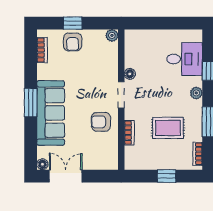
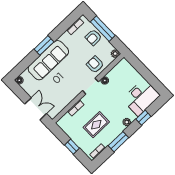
window: (73, 23) -> (103, 29), width x2.17
desk: (185, 59) -> (141, 97), width x1.37
armchair: (101, 122) -> (95, 65), moved
rug: (168, 128) -> (96, 125), turned 90
double door: (66, 176) -> (36, 109), moved

